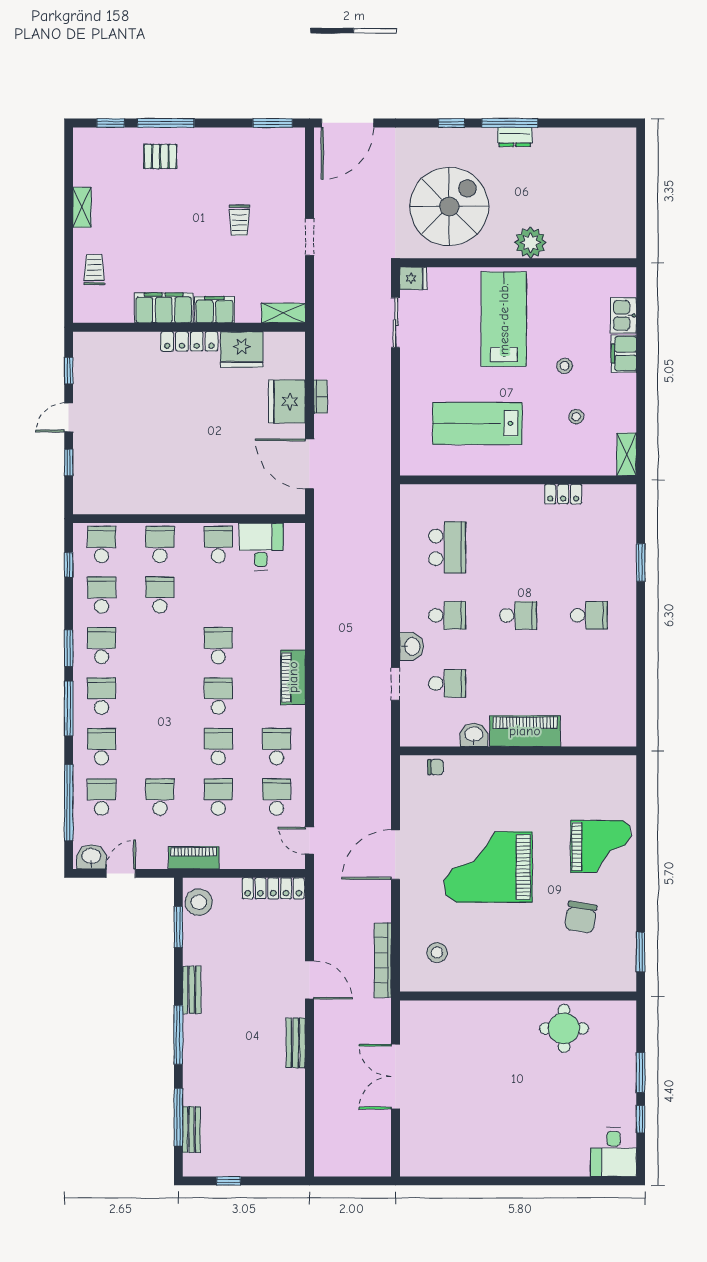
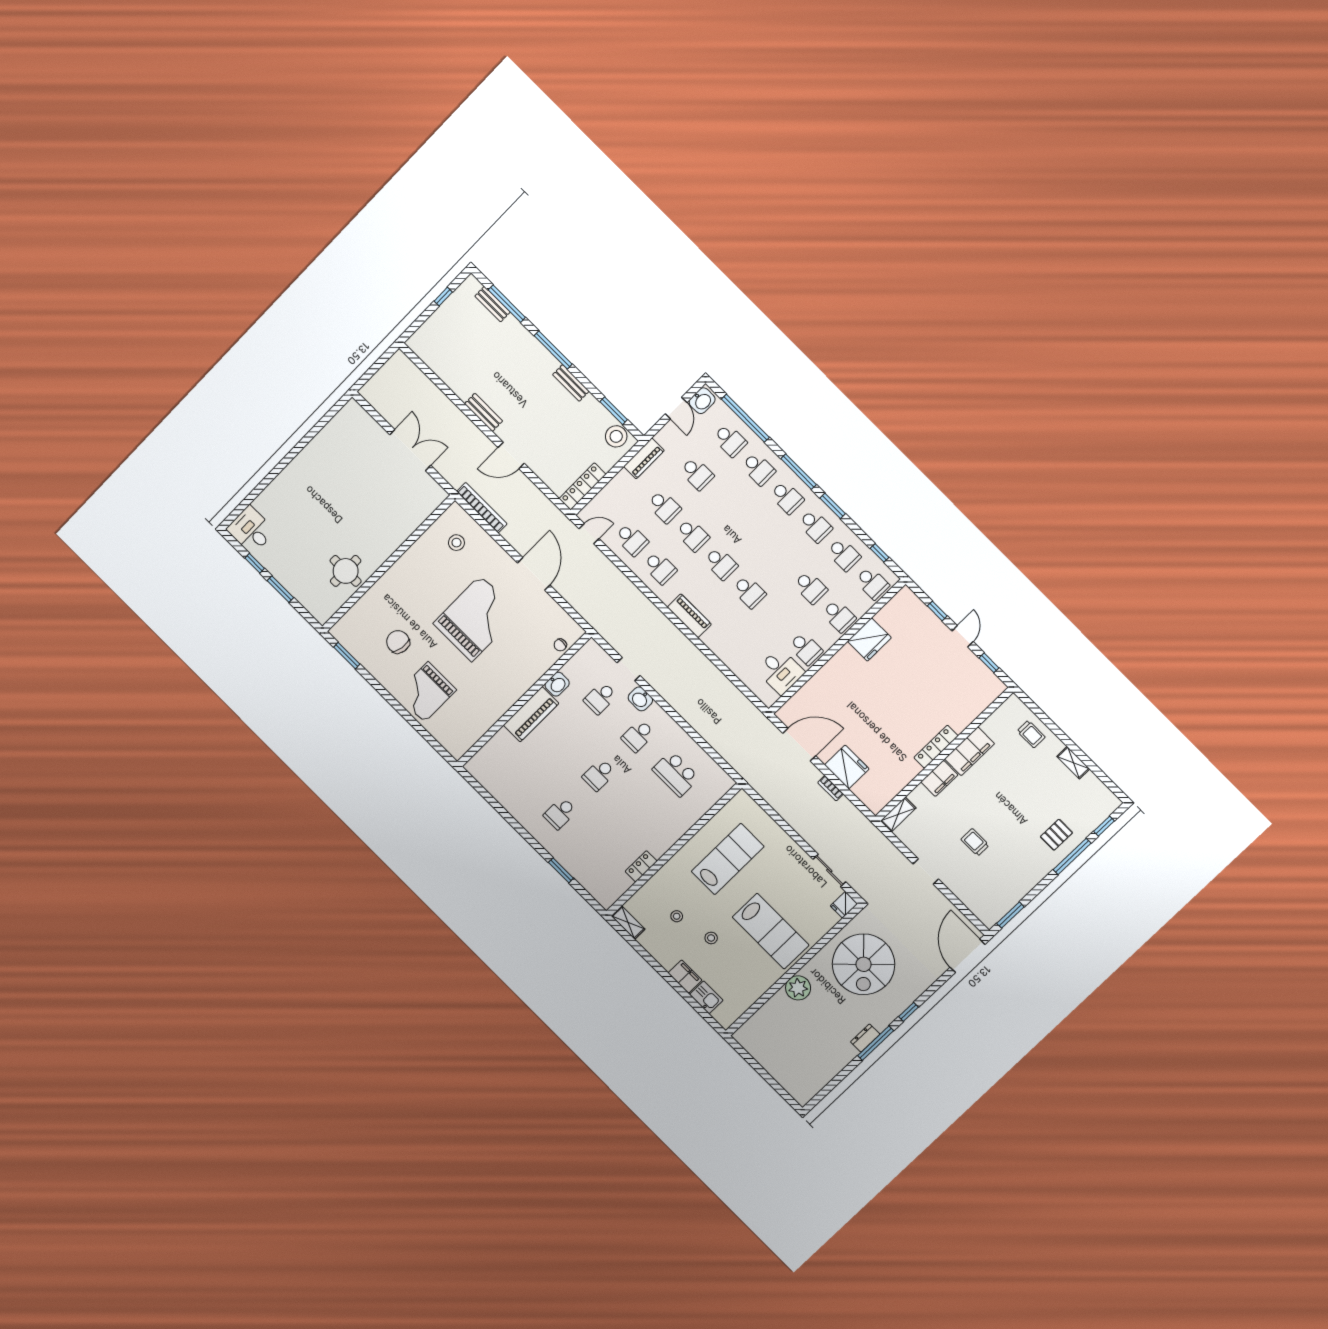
fridge: (242, 349) -> (869, 639), moved, turned 180

